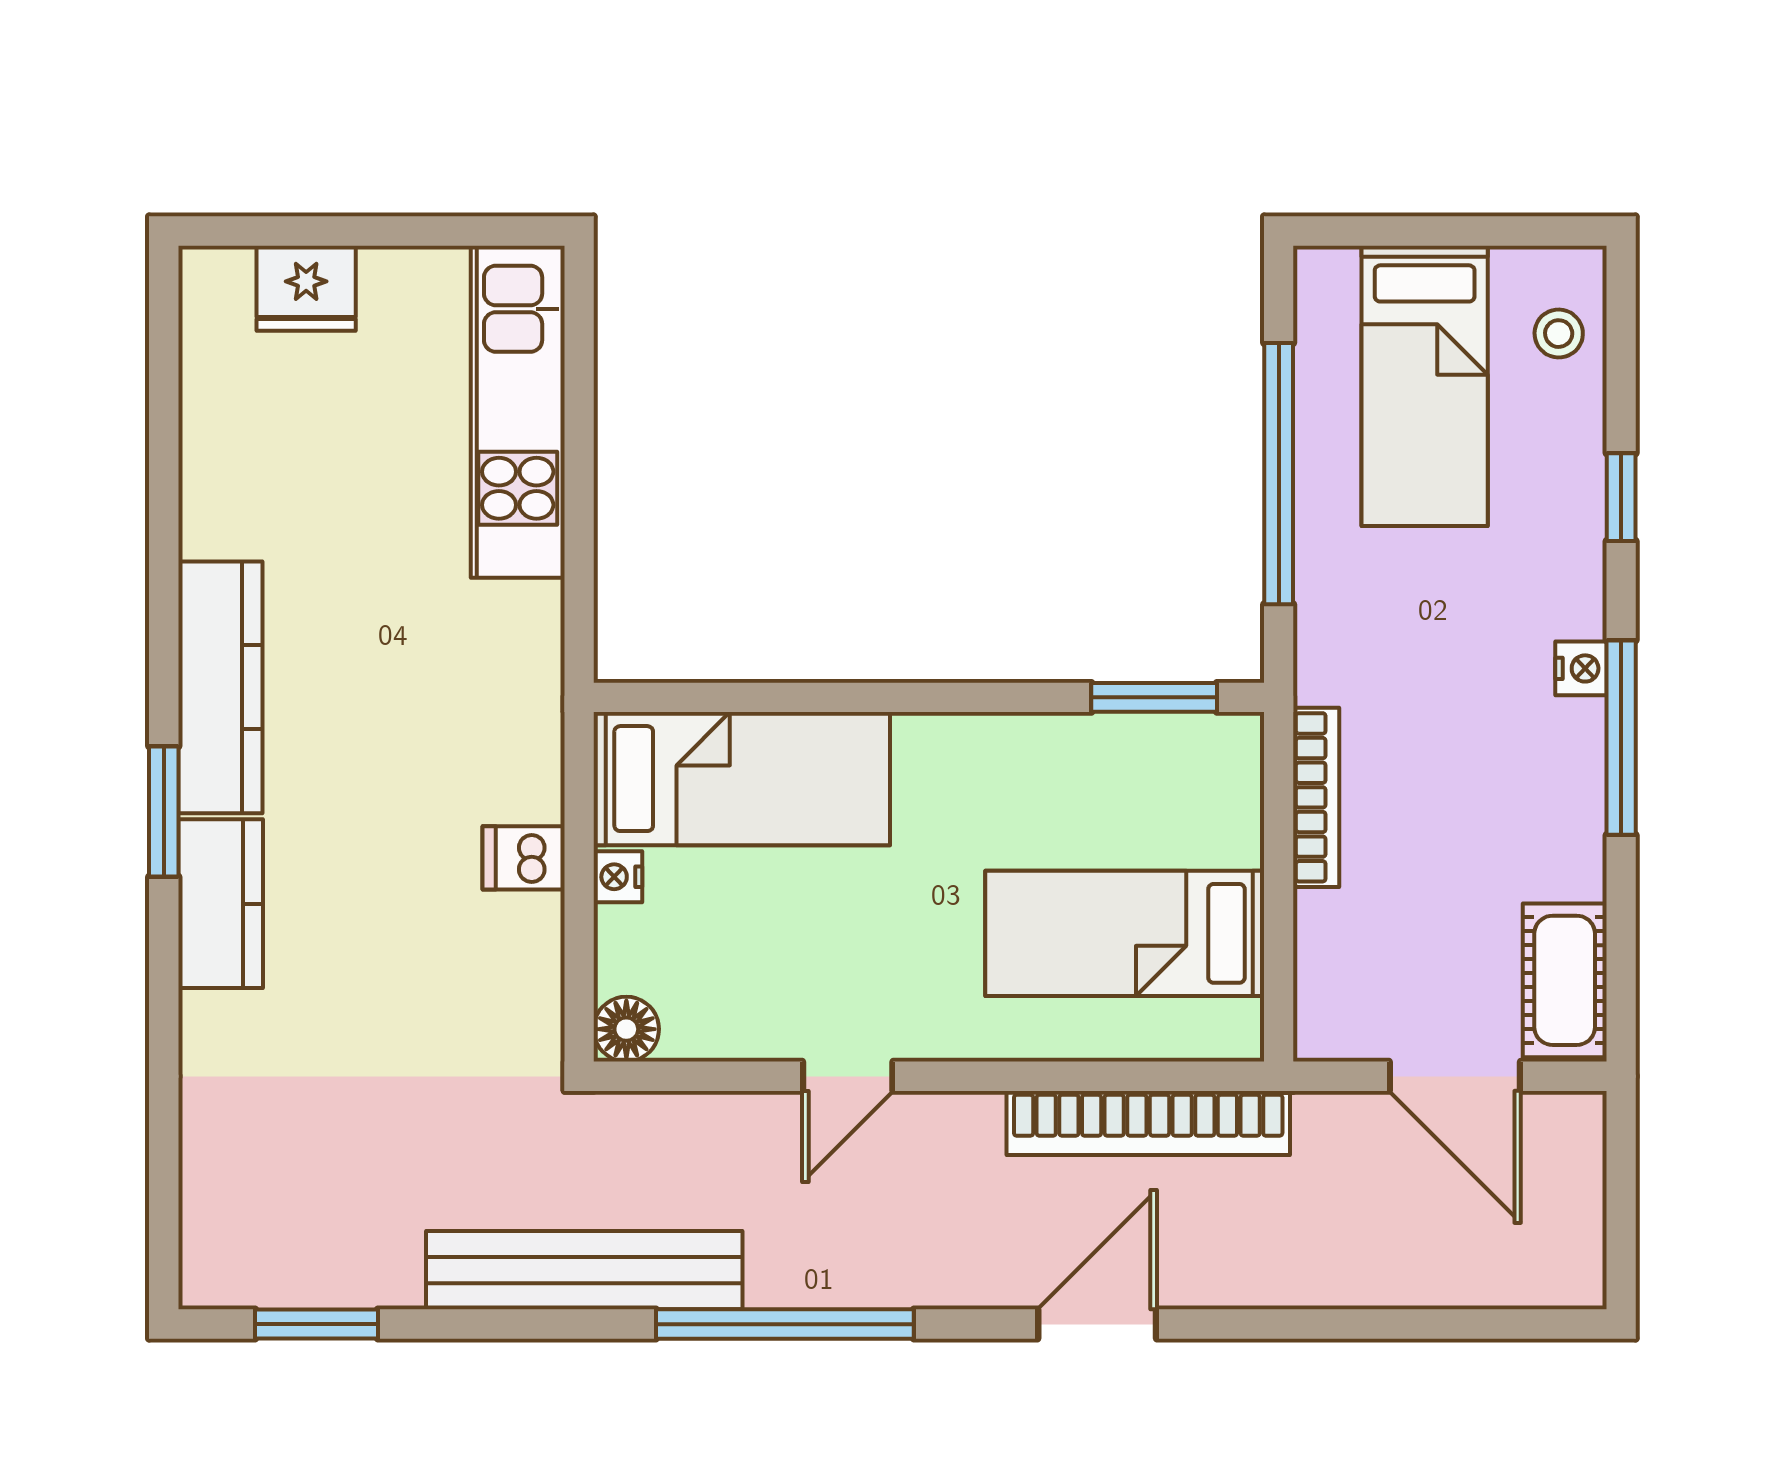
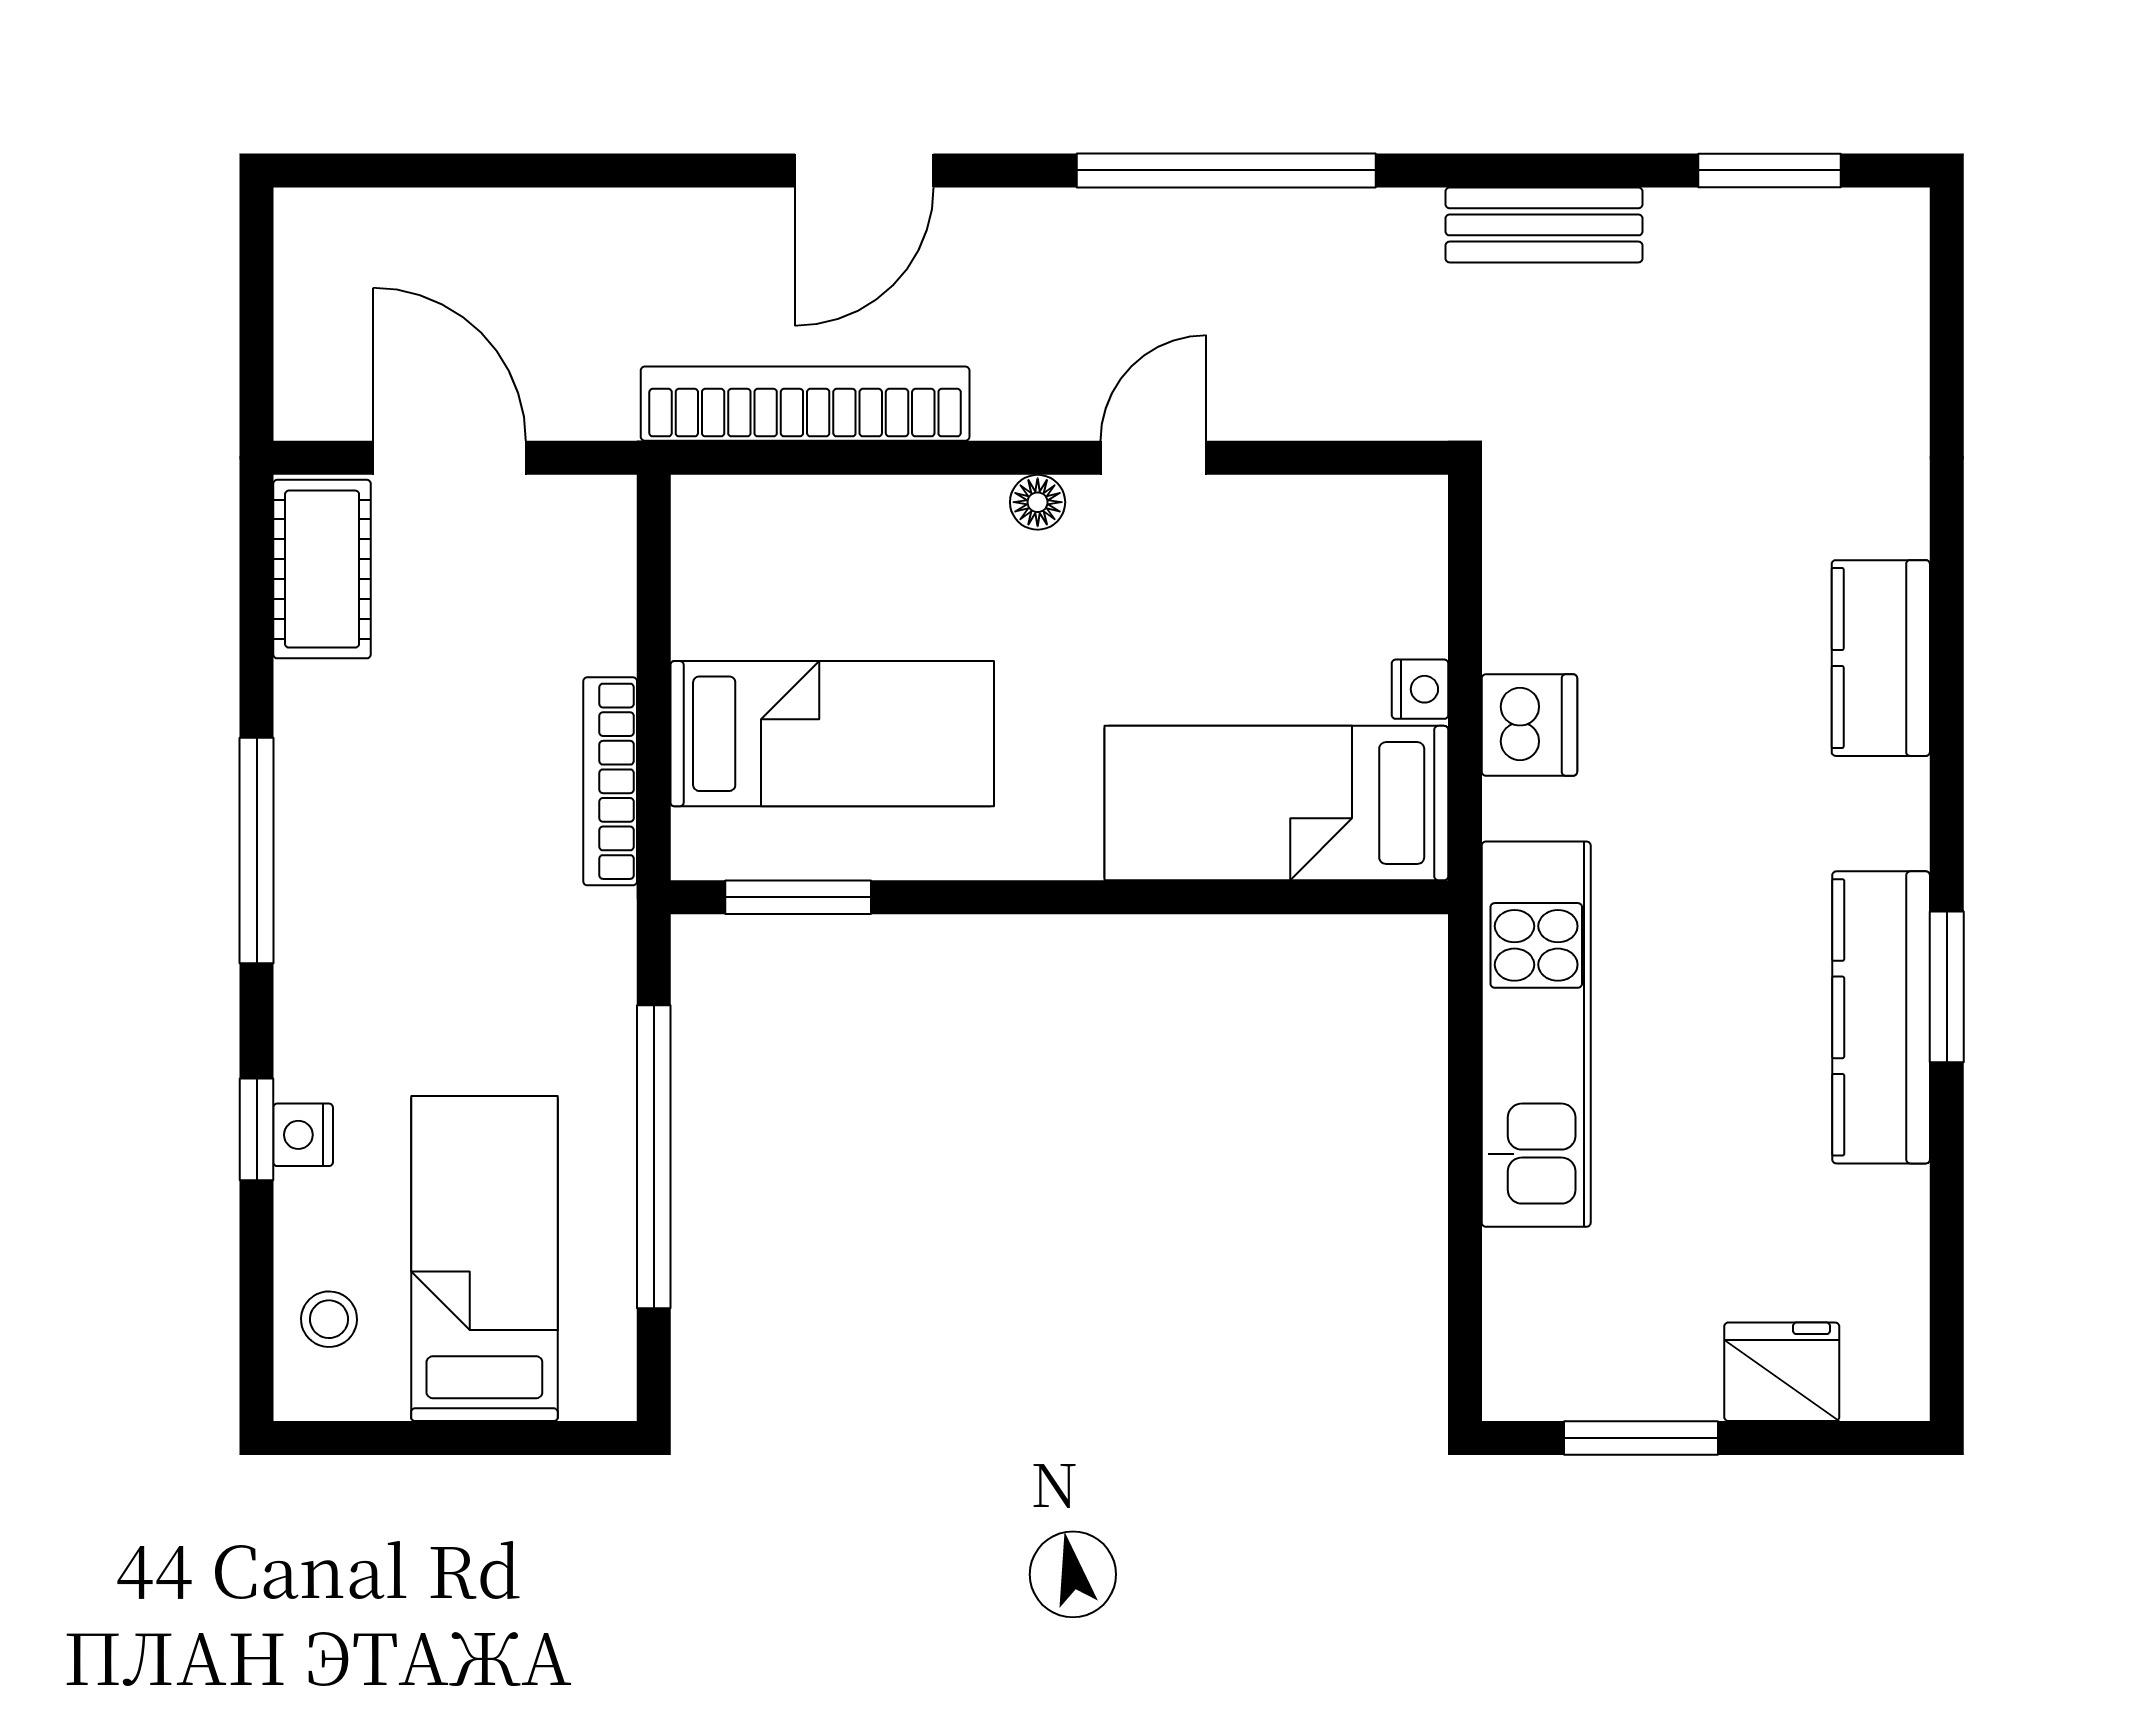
window: (427, 231) -> (1641, 1438), added
kitchen unit: (518, 412) -> (1536, 1034), moved
nightstand: (1581, 668) -> (303, 1135), moved
kitchen counter: (220, 687) -> (1881, 1017), moved
window: (164, 811) -> (1947, 987), moved
dishwasher: (524, 858) -> (1529, 725), width x1.38
bed: (1125, 933) -> (832, 734), moved
floor lamp: (626, 1029) -> (1038, 502), moved, width x0.73, depth x0.73
bench: (584, 1270) -> (1544, 225), width x0.54, depth x0.82

